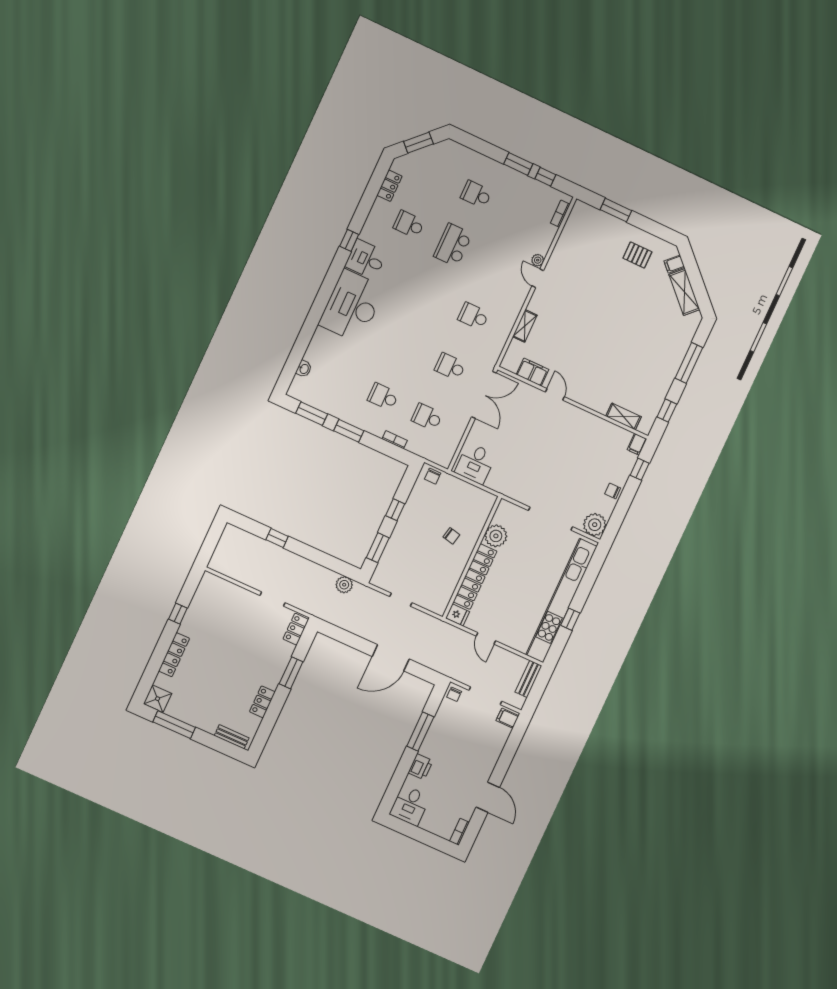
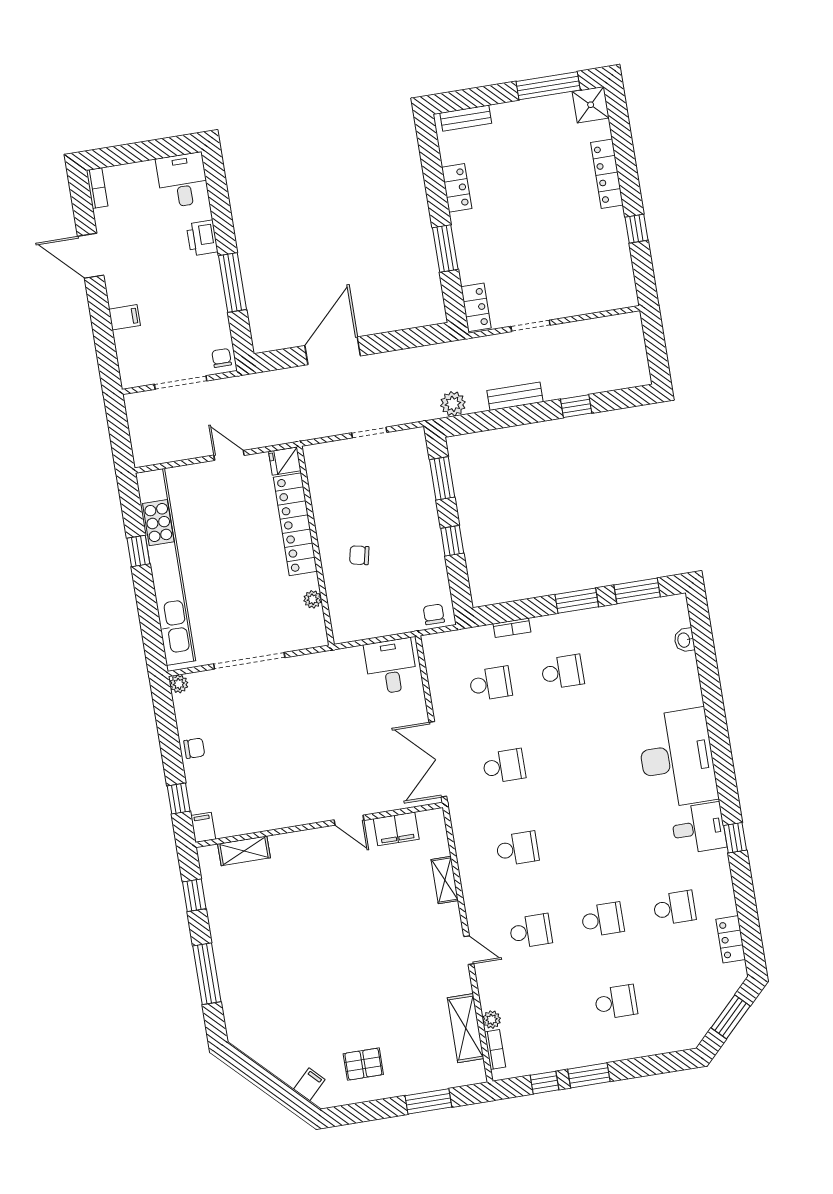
school desk: (453, 245) -> (603, 919), width x0.54
plant: (538, 260) -> (492, 1020), moved
school desk: (497, 266) -> (531, 931), added
shelving: (684, 292) -> (466, 1028), moved, turned 45
plant: (595, 525) -> (179, 684), width x0.53, depth x0.53
plant: (496, 536) -> (313, 599), width x0.53, depth x0.53
bench: (528, 679) -> (515, 396), moved, turned 90
filing cabinet: (507, 718) -> (125, 317), moved

